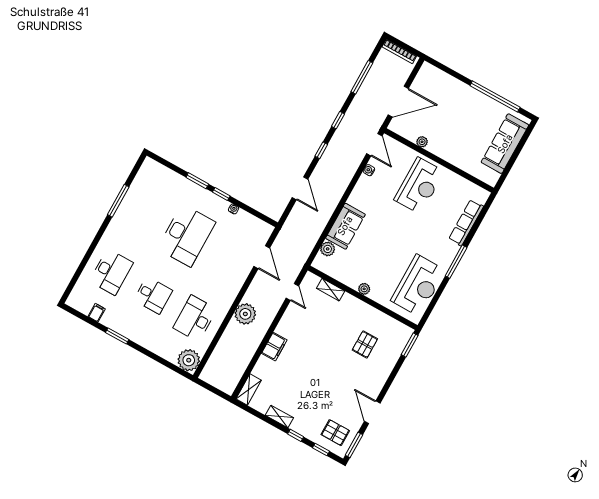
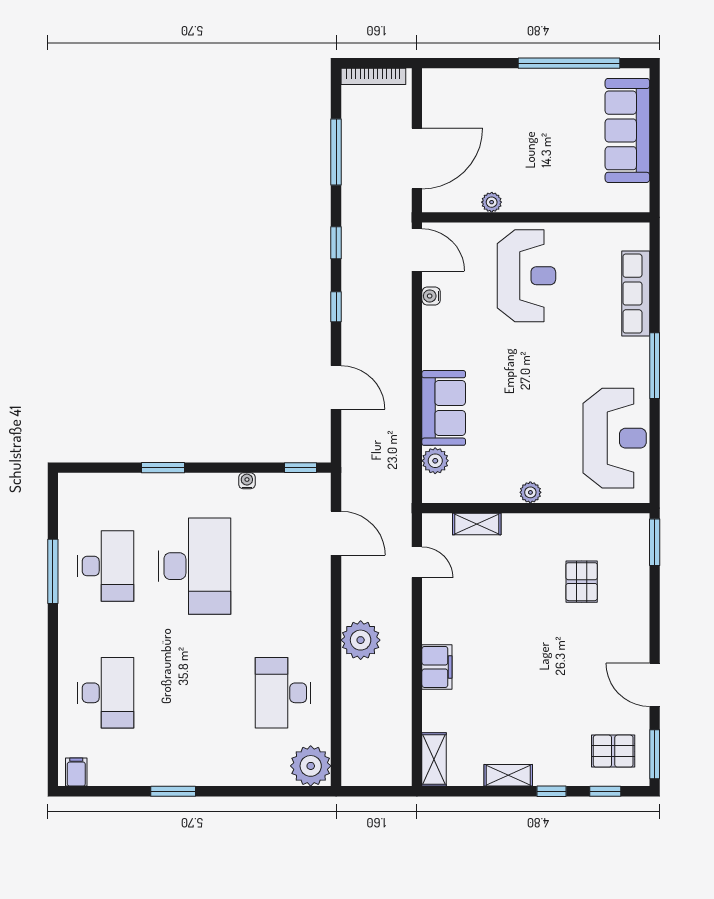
window: (221, 194) -> (301, 468), moved
desk: (153, 295) -> (106, 566), moved, width x1.37
filing cabinet: (97, 313) -> (76, 772), moved

